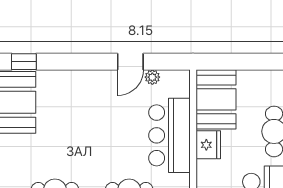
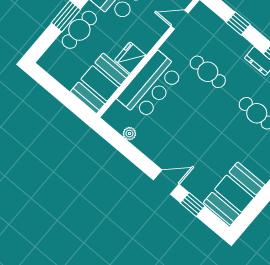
window: (24, 62) -> (193, 204), moved
door: (130, 62) -> (166, 182), moved

